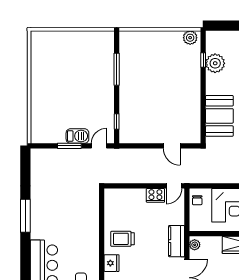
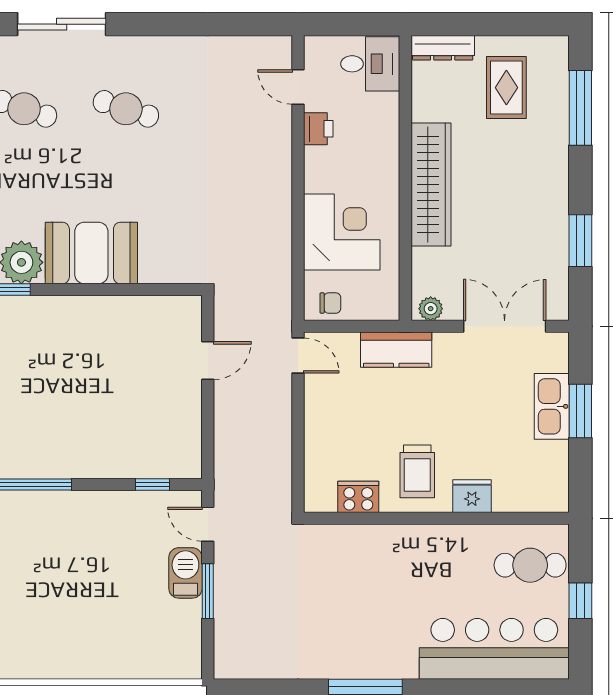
booth: (219, 116) -> (91, 253), moved
cooker: (155, 195) -> (358, 497), moved, turned -90
kitchen counter: (176, 241) -> (396, 350), moved

